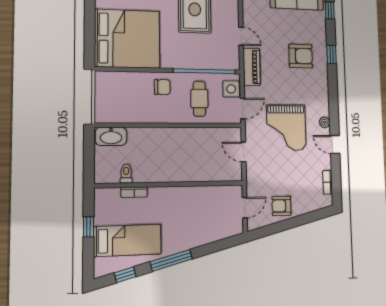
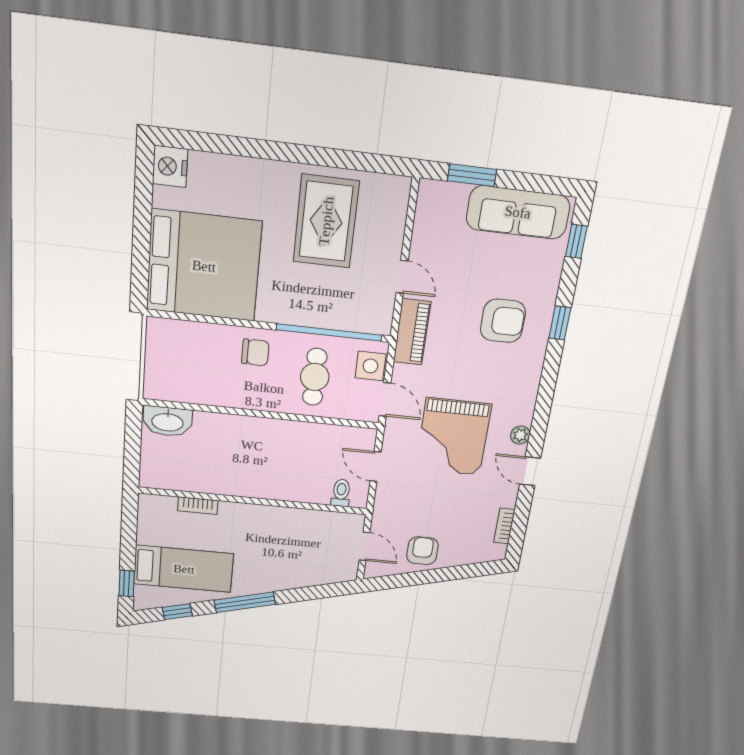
door: (243, 108) -> (385, 399), hinge flipped
toilet: (126, 174) -> (341, 493), moved
armchair: (281, 206) -> (422, 551), turned 90
door: (245, 208) -> (364, 546), hinge flipped
window: (89, 227) -> (127, 583), moved

